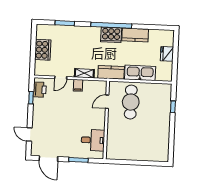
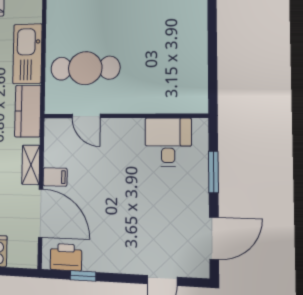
door: (61, 78) -> (41, 213), width x1.88

